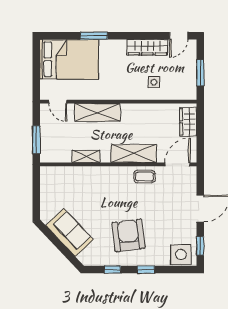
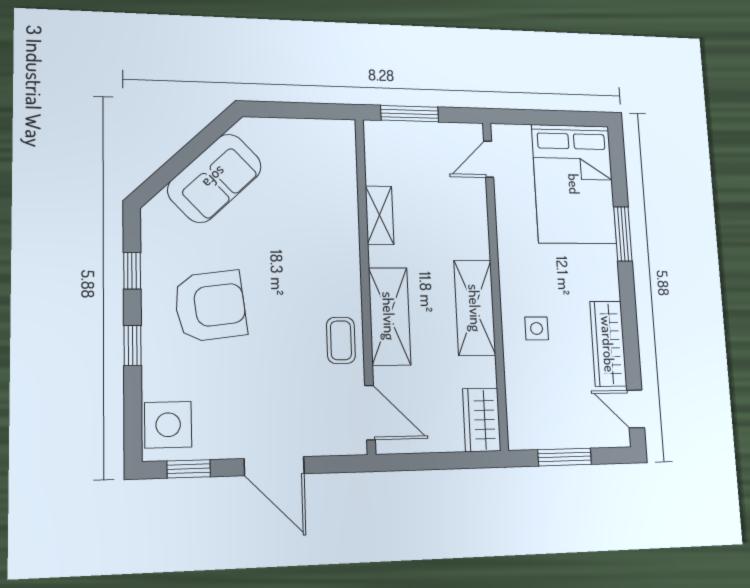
side table: (154, 82) -> (537, 328), moved
shelving: (97, 112) -> (475, 308), moved
wardrobe: (188, 122) -> (482, 420), moved, turned -90

